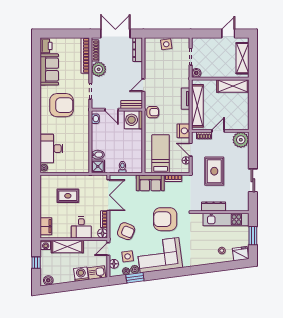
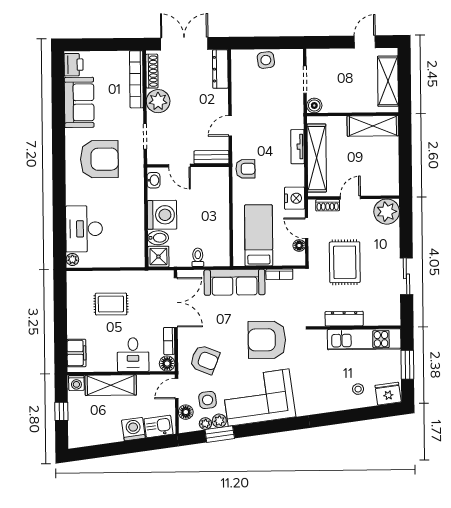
washing machine: (133, 120) -> (162, 215), moved, turned 180
sofa: (150, 183) -> (235, 282), width x1.36
boiler: (48, 280) -> (81, 440), removed

